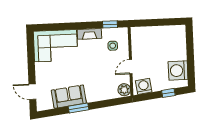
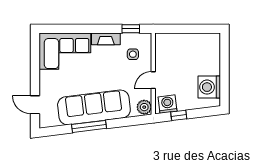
window: (168, 93) -> (179, 115), moved
sofa: (69, 97) -> (94, 107), width x1.85, depth x1.27
window: (79, 108) -> (89, 126), width x1.44

